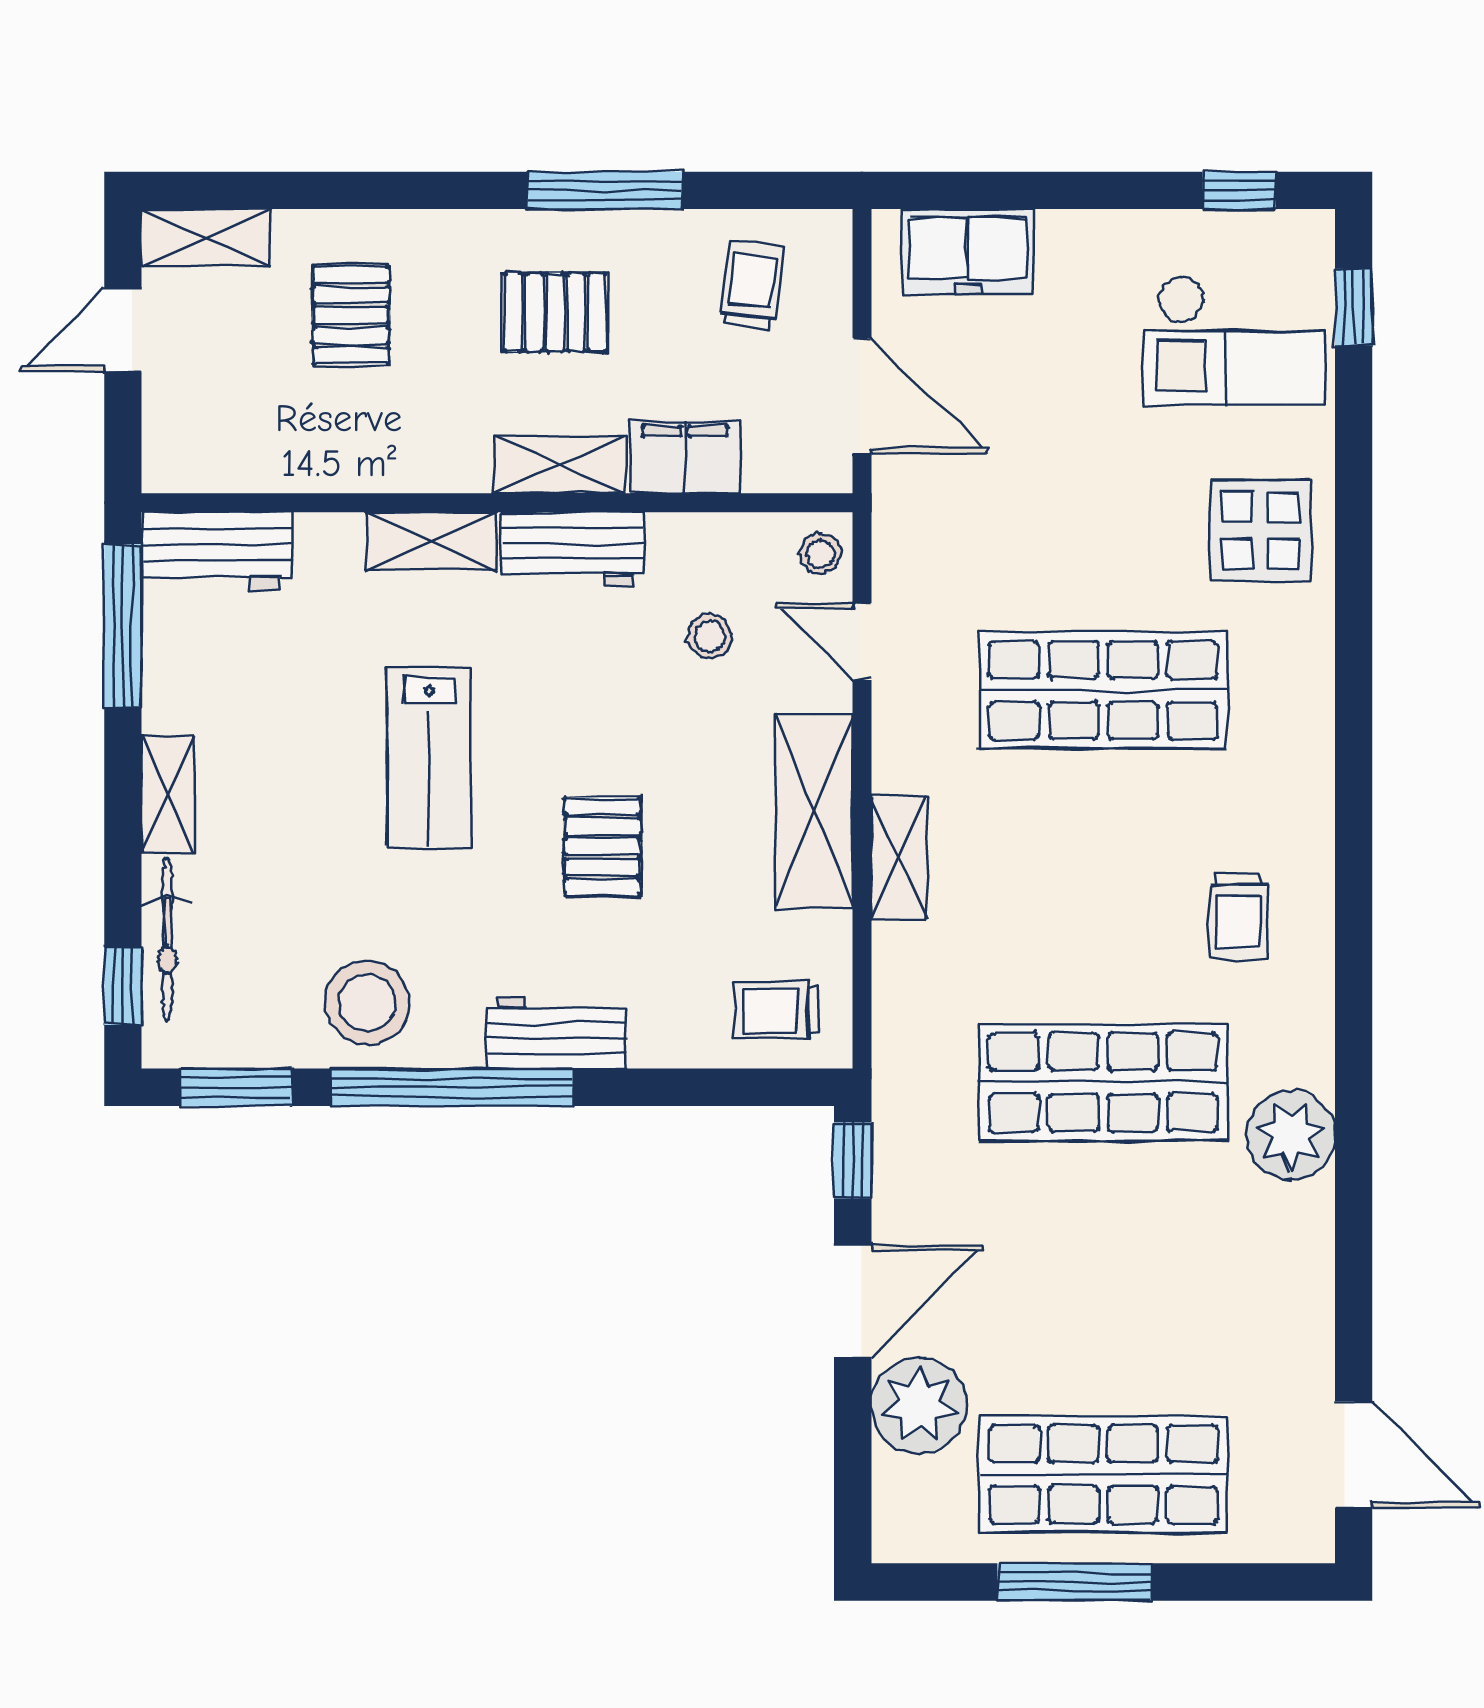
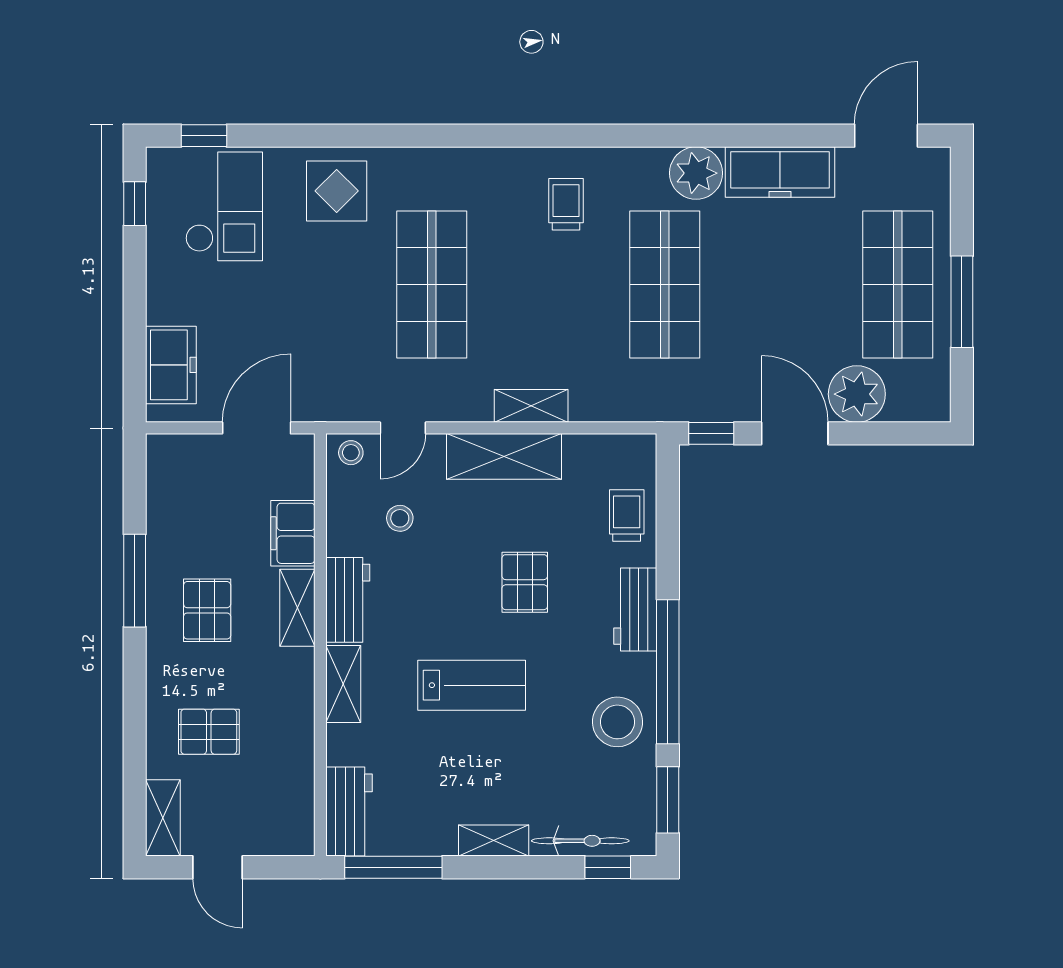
trolley: (752, 286) -> (191, 493), removed
pallet: (602, 847) -> (525, 582), turned 90
trolley: (1238, 916) -> (566, 204), turned -90
trolley: (777, 1010) -> (627, 516), moved, turned 180
freezer: (1292, 1276) -> (780, 172), added

